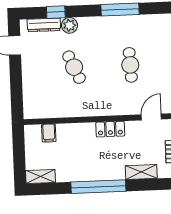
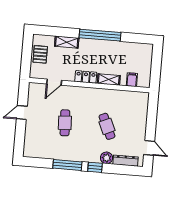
window: (56, 12) -> (95, 167), moved
shelving: (41, 176) -> (109, 80), moved

